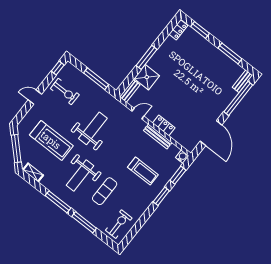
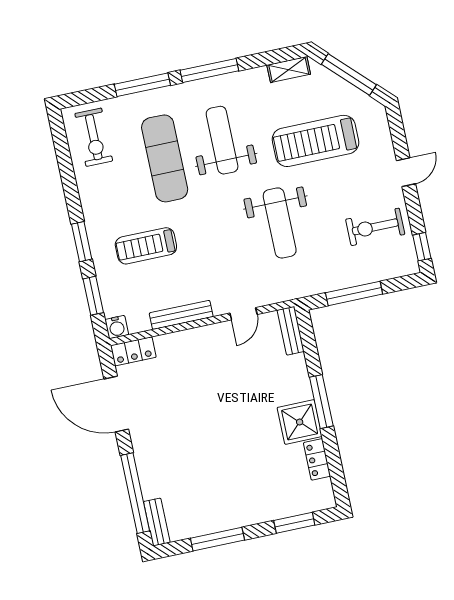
locker: (178, 30) -> (317, 459), moved
shower: (147, 77) -> (300, 422), moved
locker: (164, 125) -> (133, 351), moved
exercise mat: (105, 191) -> (165, 158), width x1.36, depth x1.45

